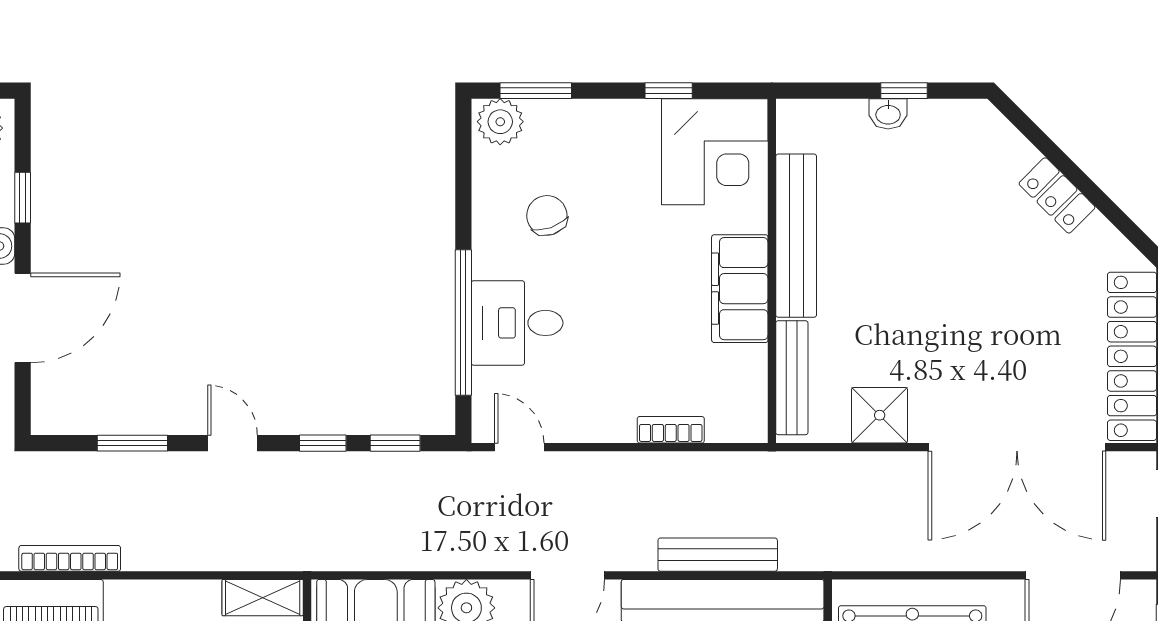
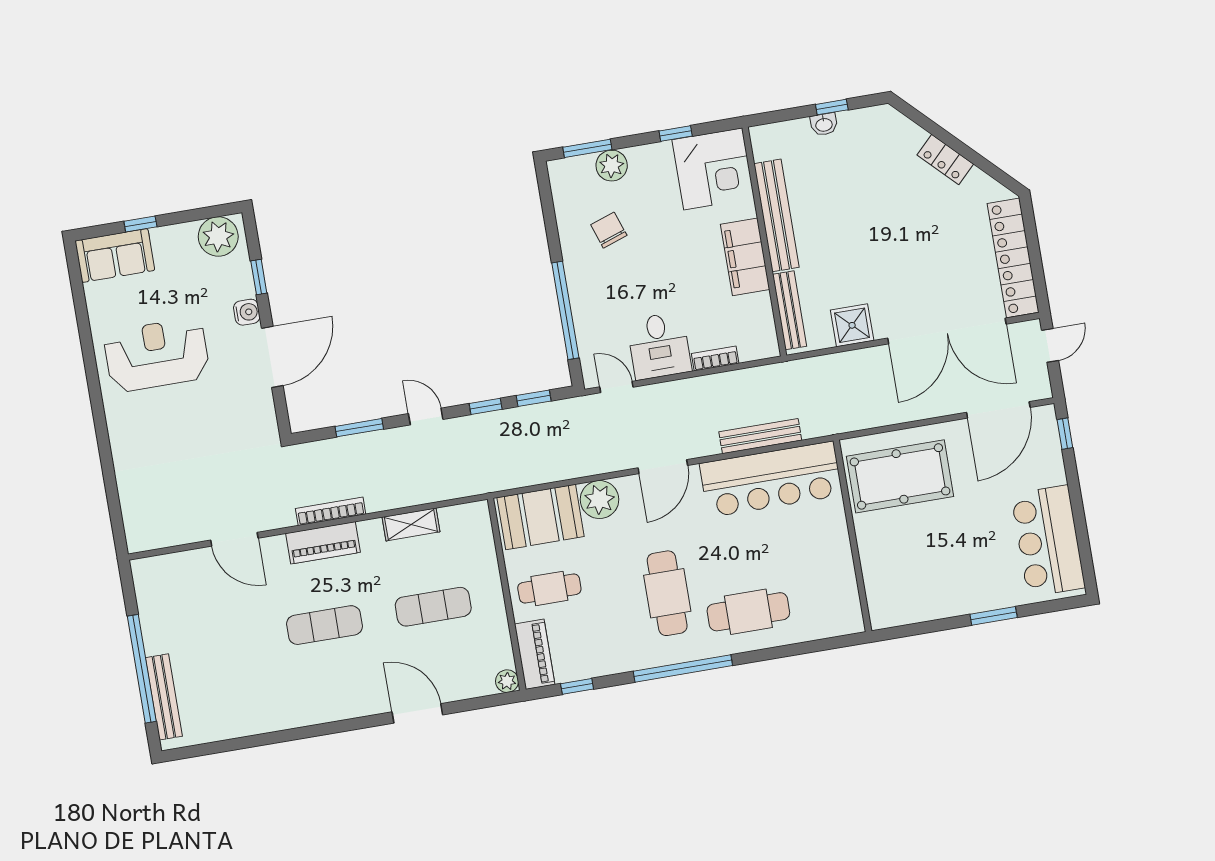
plant: (500, 122) -> (612, 166), moved
desk: (517, 323) -> (659, 346), moved, turned -90
shelving: (263, 598) -> (411, 524), moved

